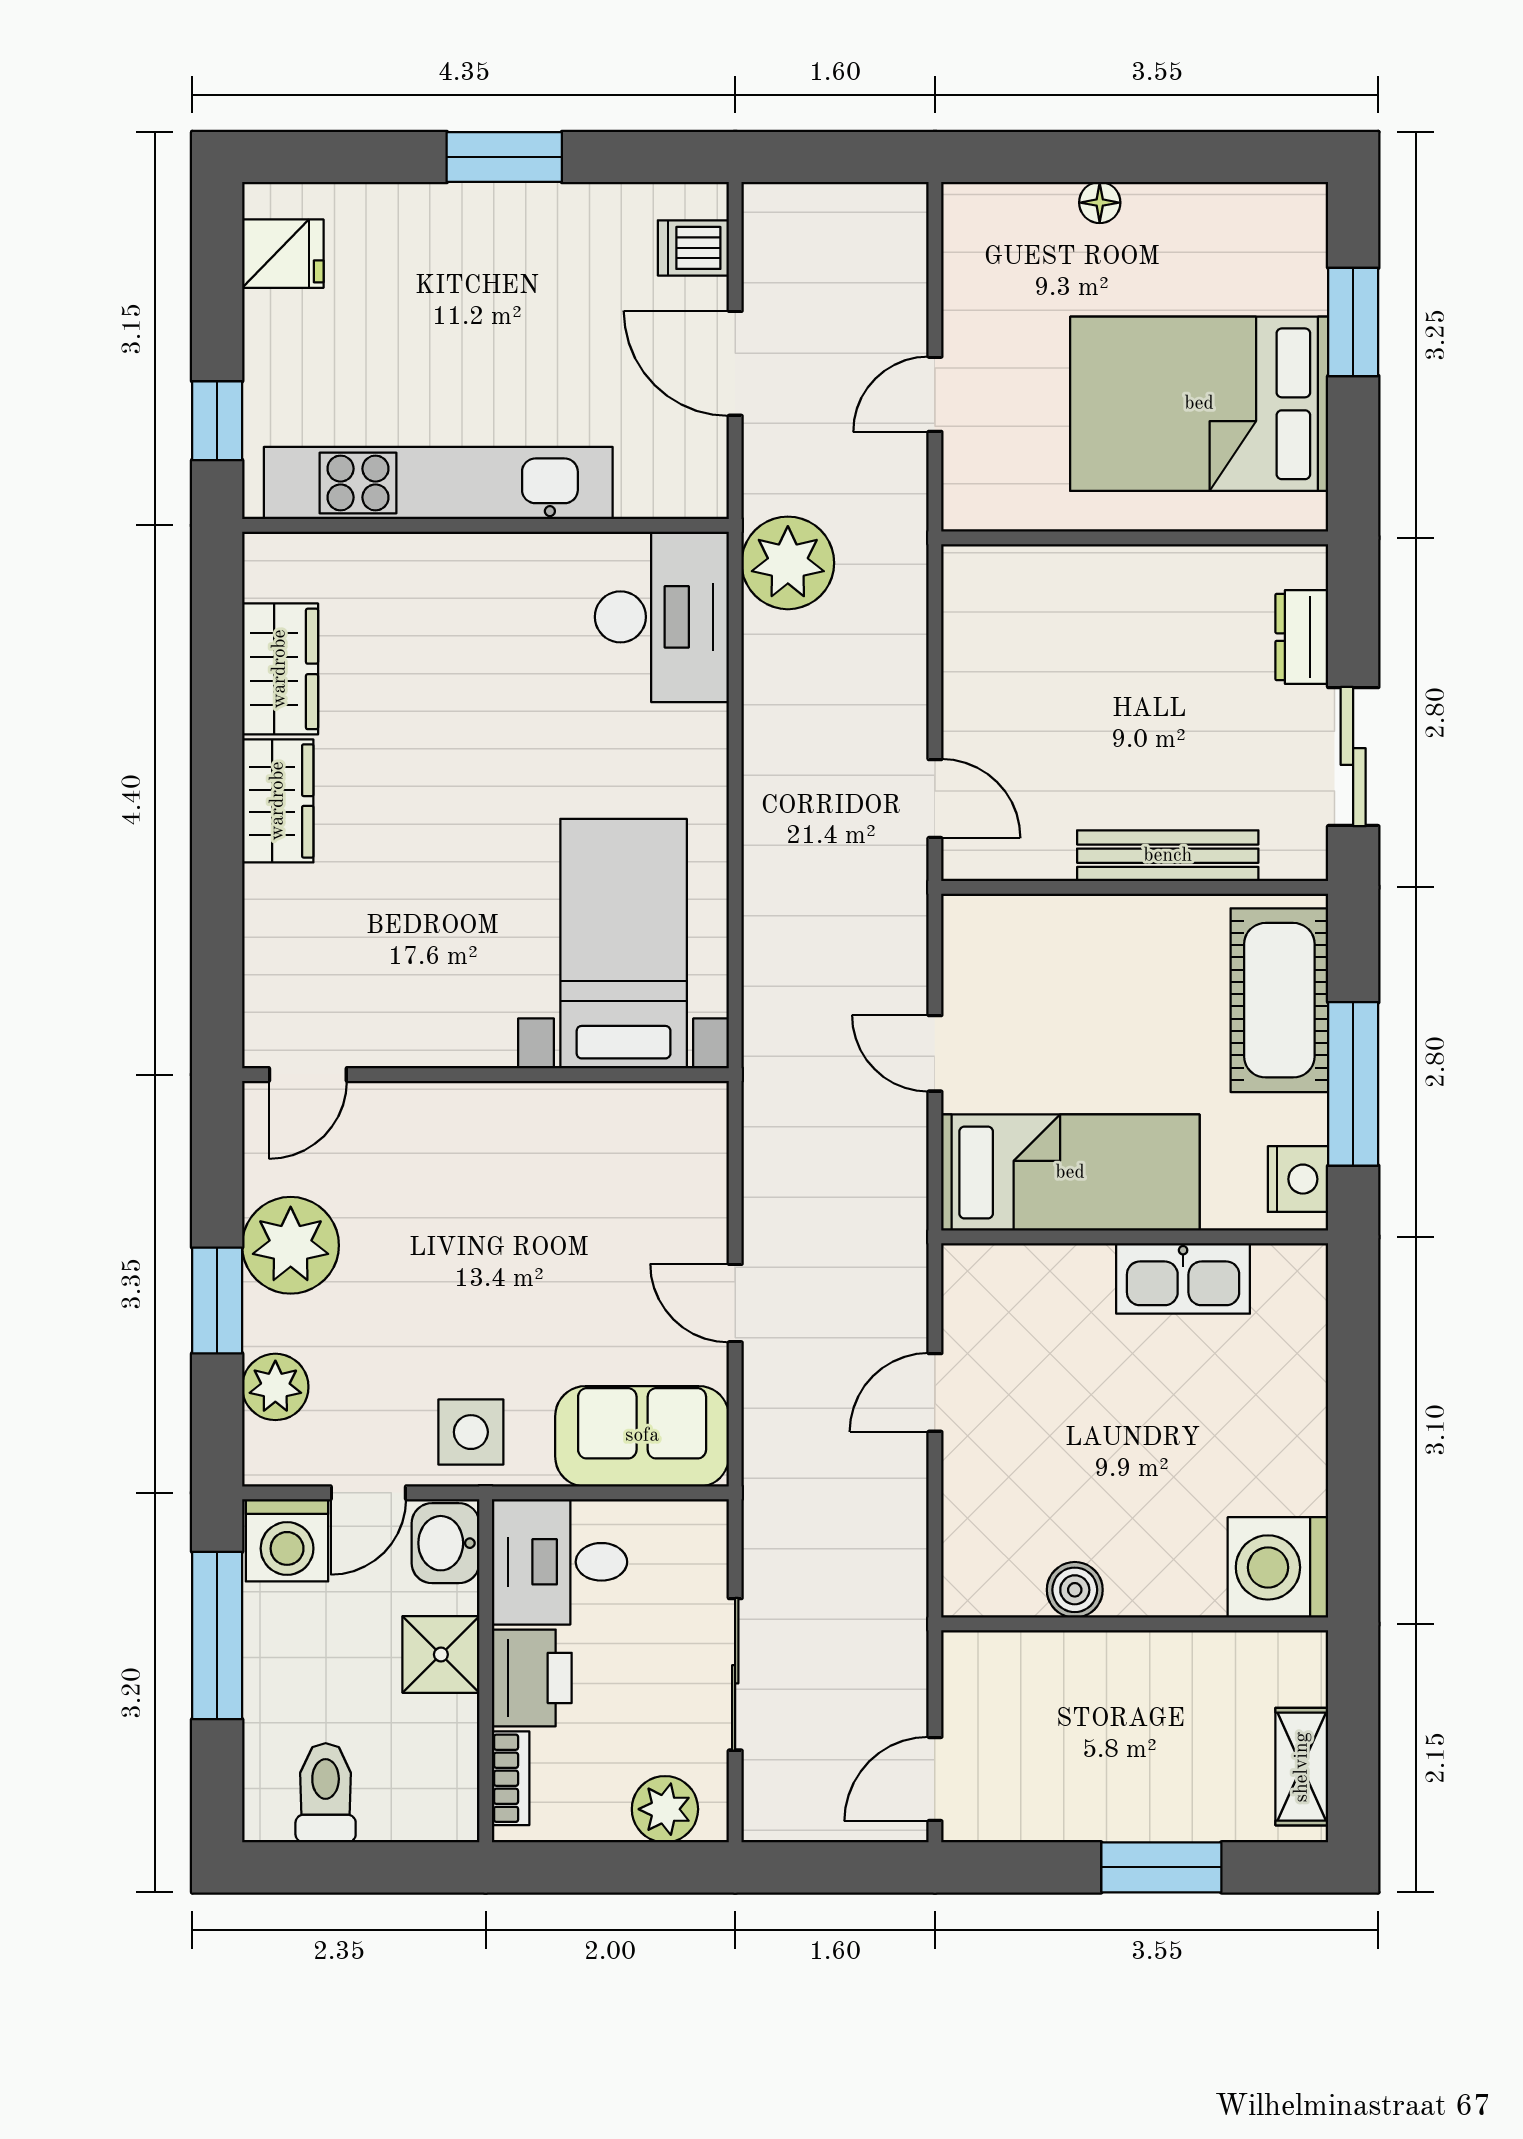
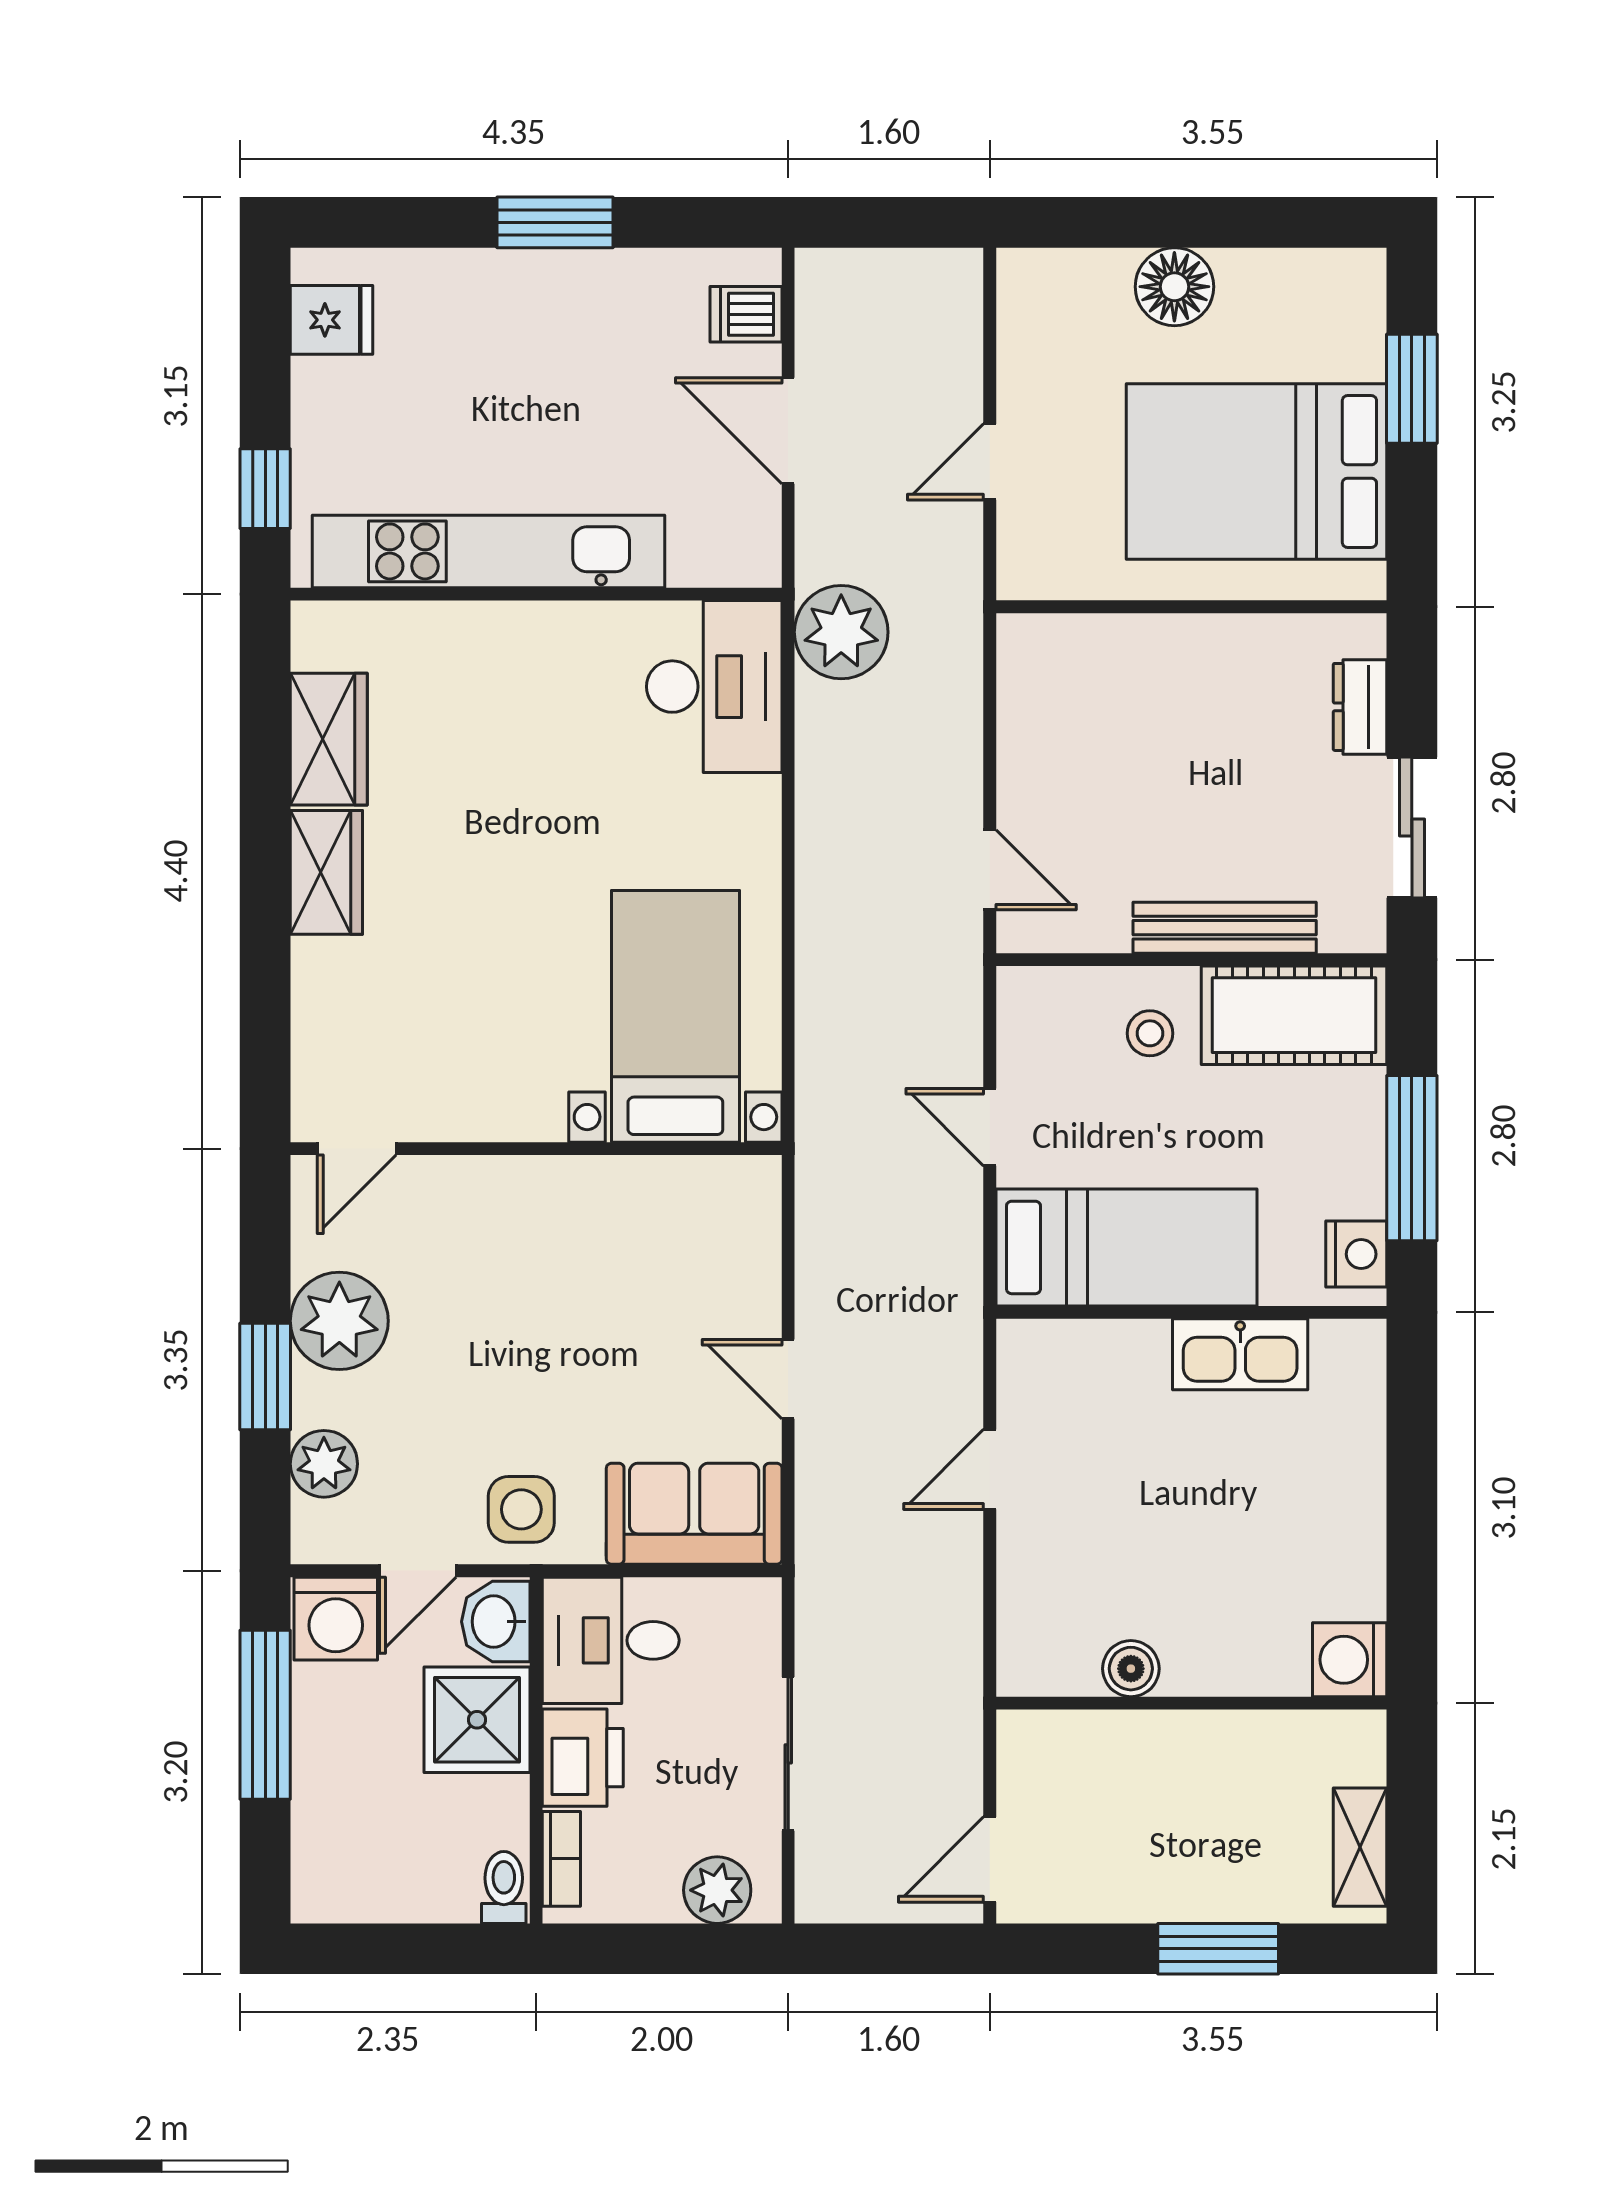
floor lamp: (1100, 203) -> (1174, 287), width x1.89, depth x1.89
stool: (1094, 960) -> (1150, 1033), added
cot: (1279, 1000) -> (1294, 1015), moved, turned 90
washing machine: (1278, 1567) -> (1350, 1660), width x0.73, depth x0.73
shower: (441, 1654) -> (477, 1720), width x1.36, depth x1.36
toilet: (326, 1793) -> (504, 1887), moved, width x0.73, depth x0.72

